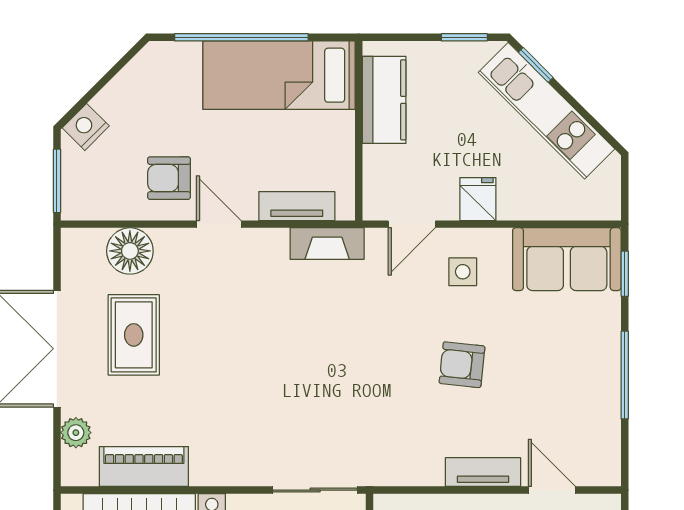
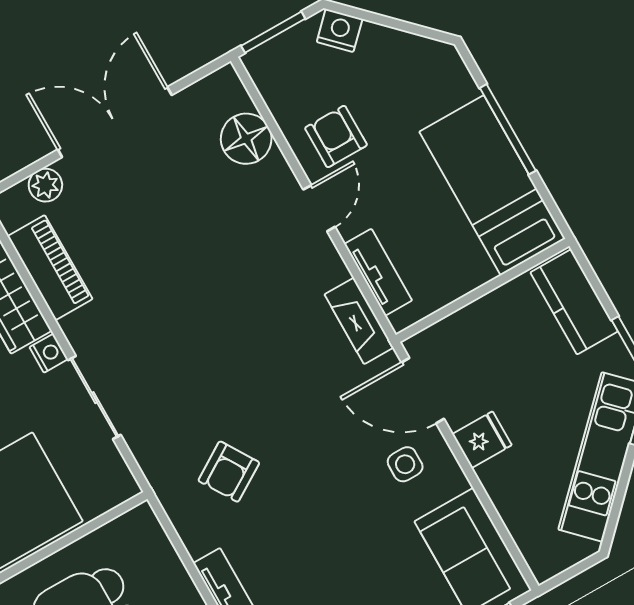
window: (241, 37) -> (508, 129), width x0.68
kitchen counter: (384, 100) -> (574, 302), moved, turned 90
door: (412, 224) -> (423, 391), width x1.37
rug: (134, 335) -> (169, 187), removed
armchair: (462, 365) -> (229, 472), moved, turned -128
sliding door: (315, 490) -> (94, 398), moved

